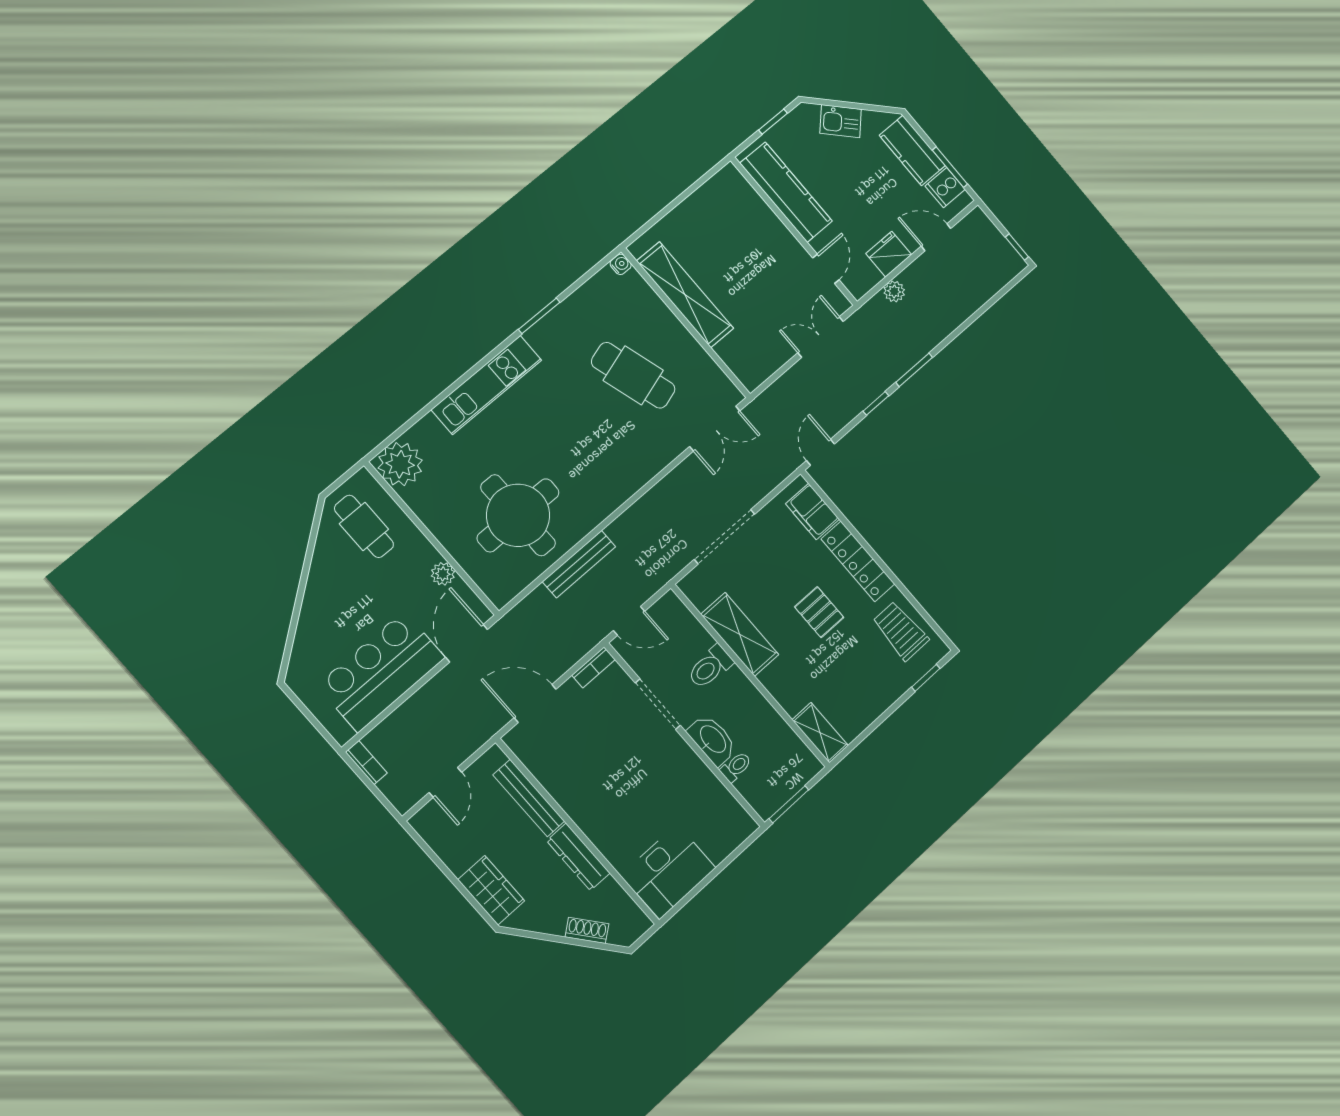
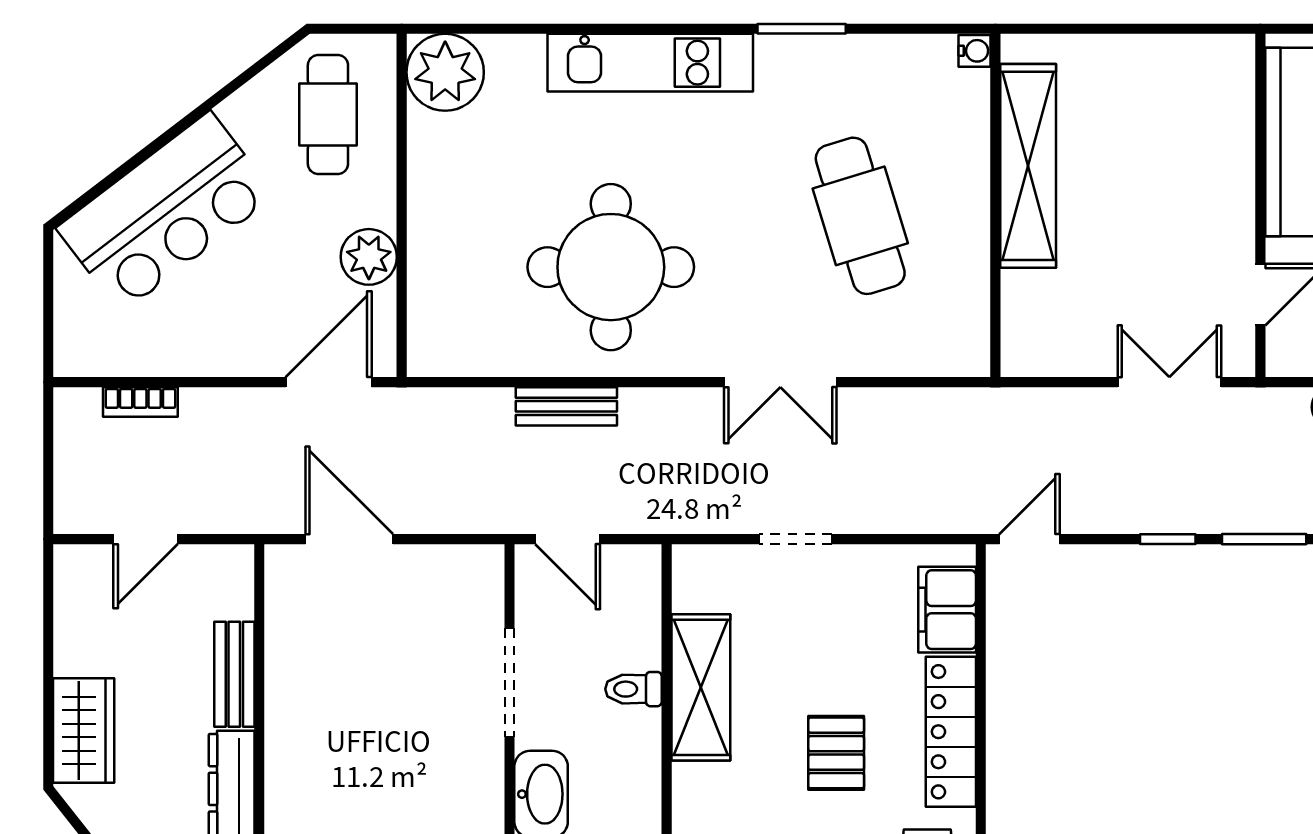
double door: (715, 429) -> (780, 382), moved
round table: (518, 515) -> (611, 267), moved
doorway: (725, 537) -> (795, 539), width x0.53
bench: (579, 564) -> (566, 406), width x0.73
plant: (443, 574) -> (369, 257), width x1.38, depth x1.38
bookcase: (593, 667) -> (467, 559), removed
toilet: (710, 667) -> (634, 689), width x0.73, depth x0.72
bar counter: (381, 671) -> (166, 212), moved, turned 143
bookcase: (366, 763) -> (140, 402), moved, turned 90
bench: (529, 798) -> (234, 674), width x0.73

